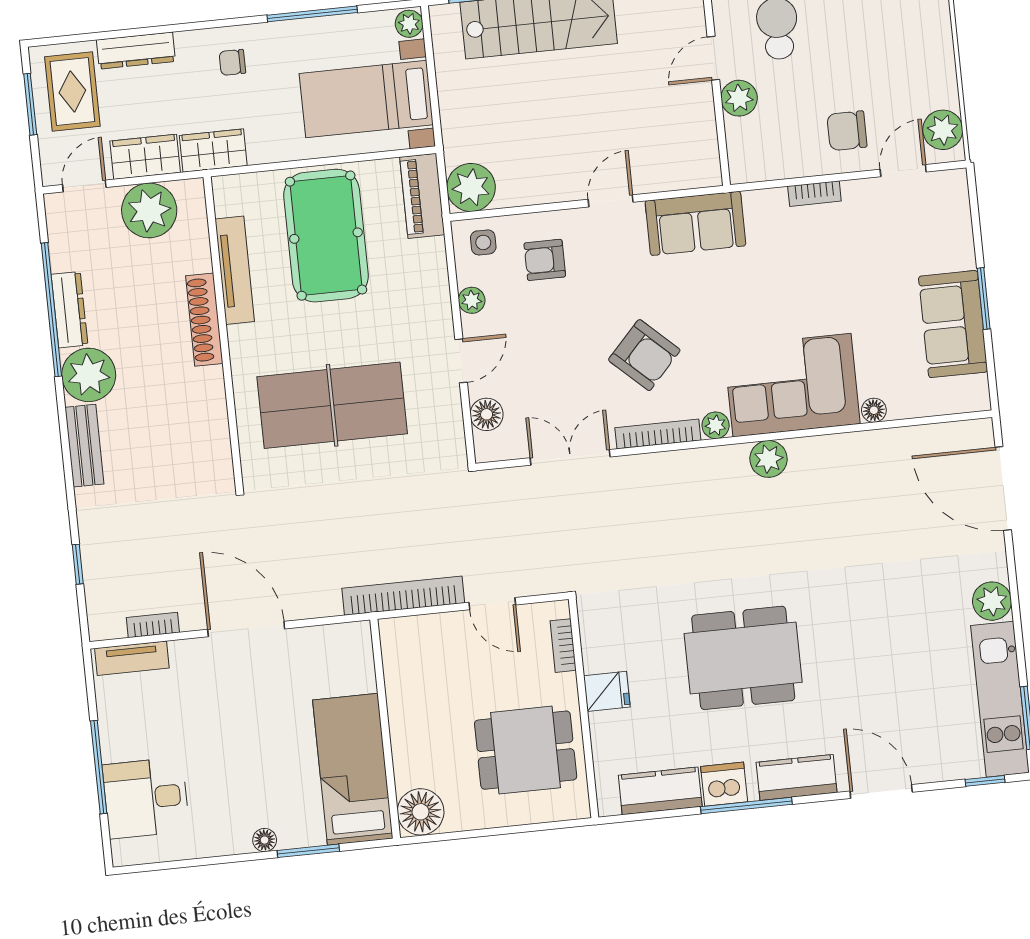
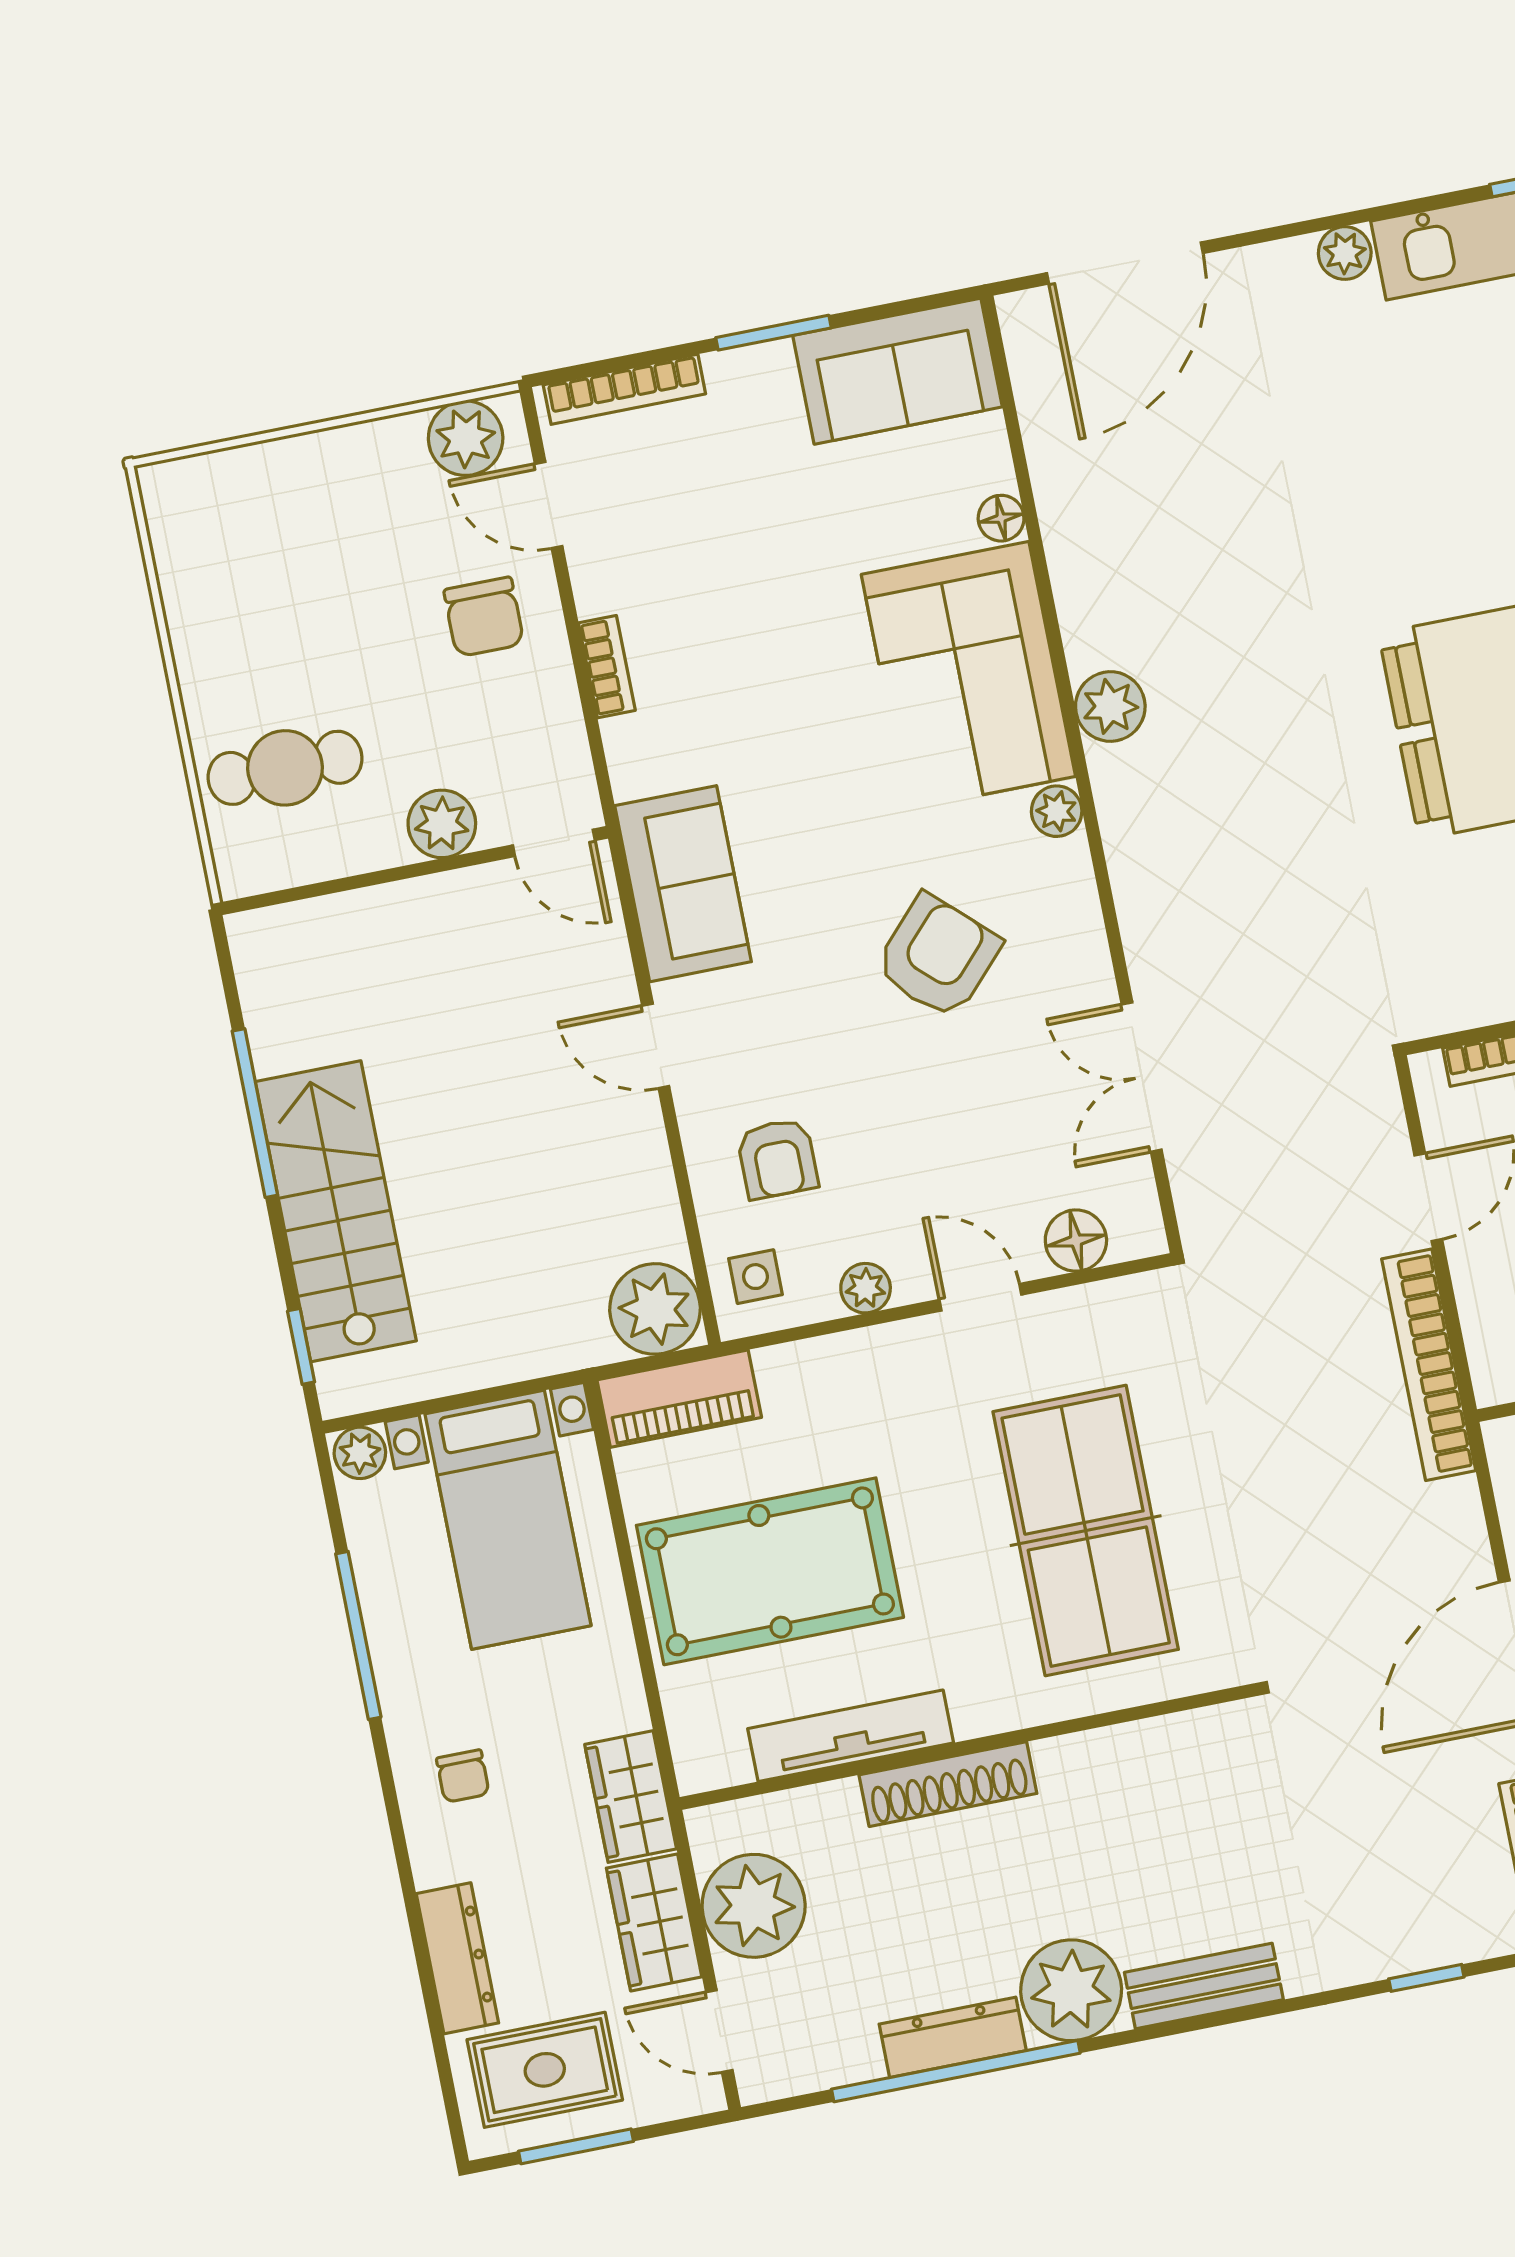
door: (713, 58) -> (554, 843), moved
sofa: (953, 324) -> (897, 371), moved
bookcase: (658, 434) -> (624, 389), moved, turned -90
plant: (992, 601) -> (1345, 253), width x0.73, depth x0.73

